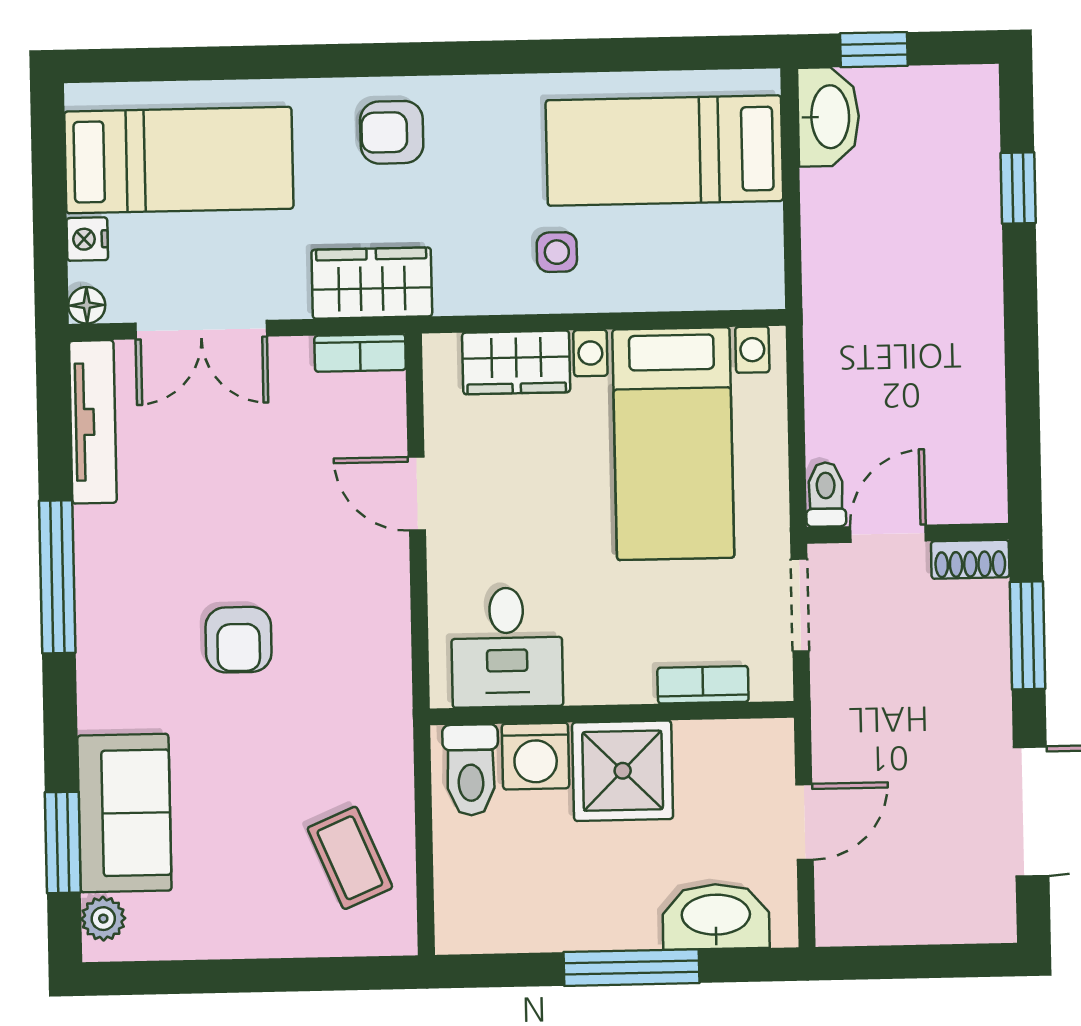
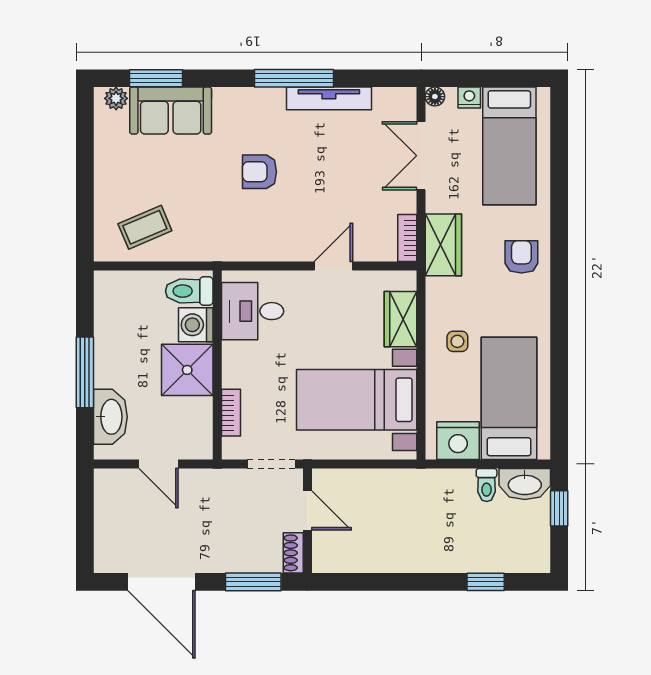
nightstand: (748, 247) -> (458, 441), added
tv unit: (93, 422) -> (329, 98), moved
toilet: (826, 494) -> (487, 485), moved, turned 90

